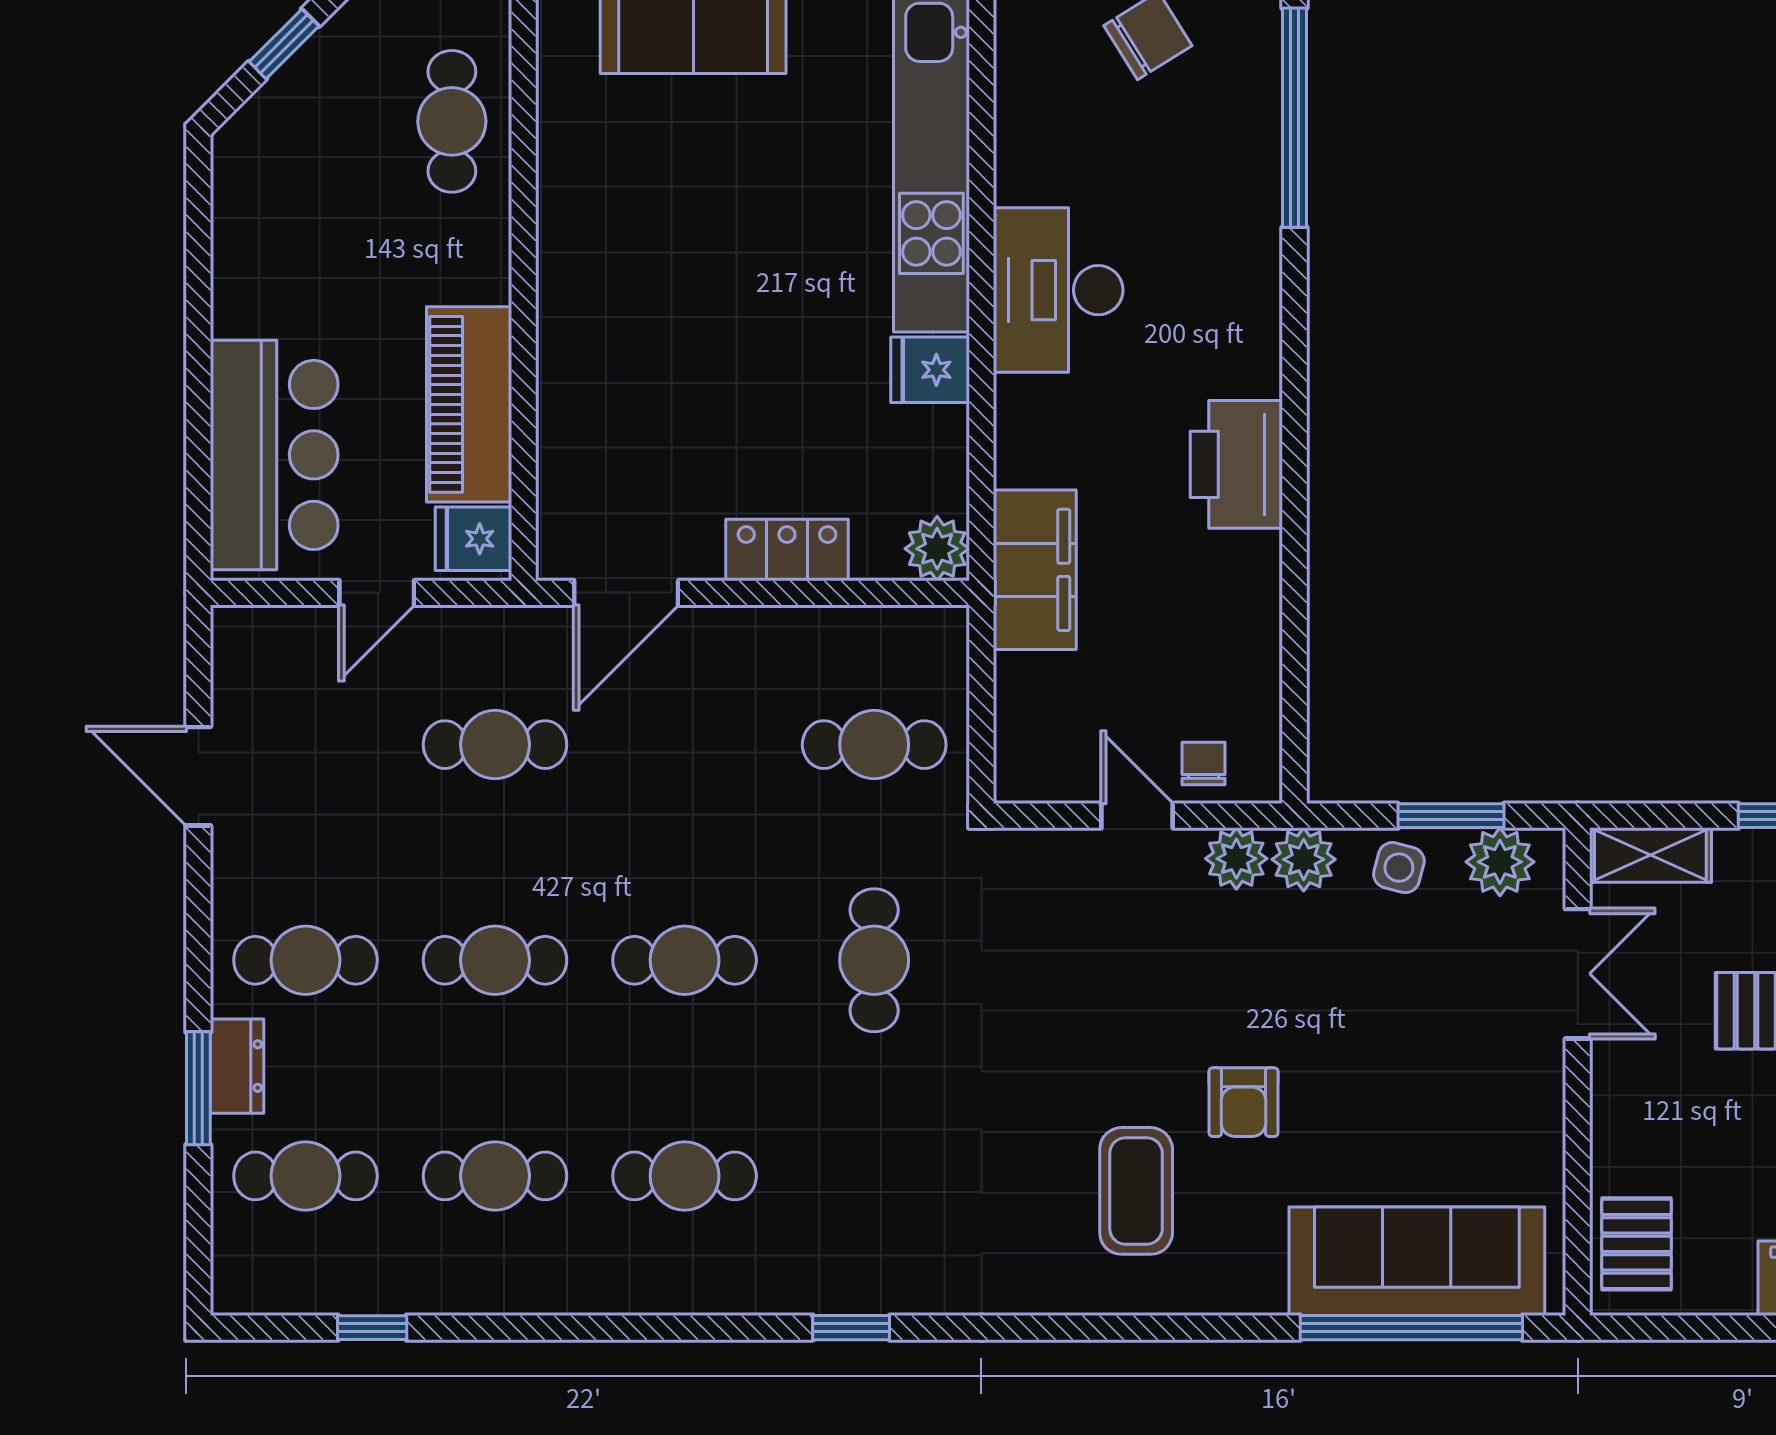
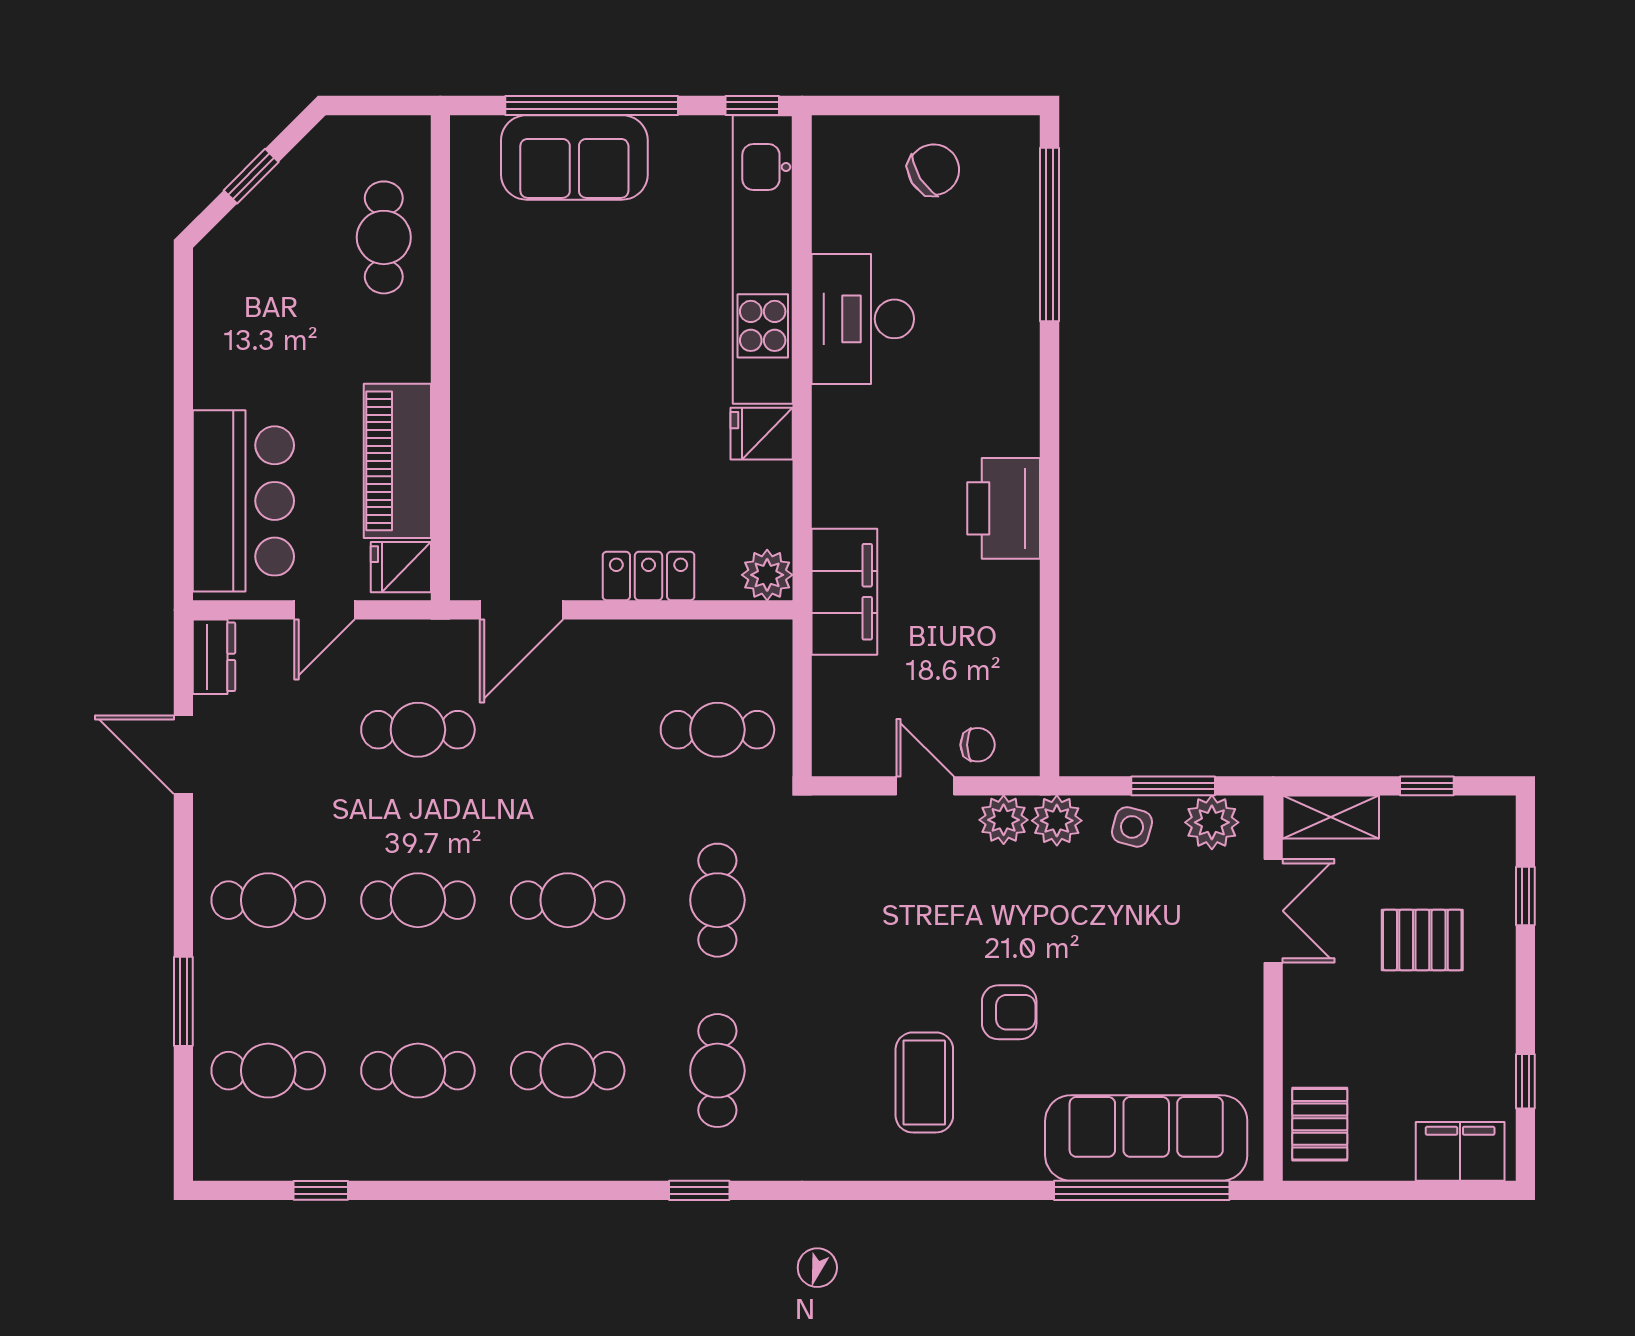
desk: (1058, 290) -> (863, 319), moved
chair: (1204, 764) -> (978, 745), turned 90
dresser: (237, 1066) -> (214, 657), moved
armchair: (1244, 1102) -> (1009, 1012), turned -90
cafe table: (874, 1176) -> (717, 1071), added

